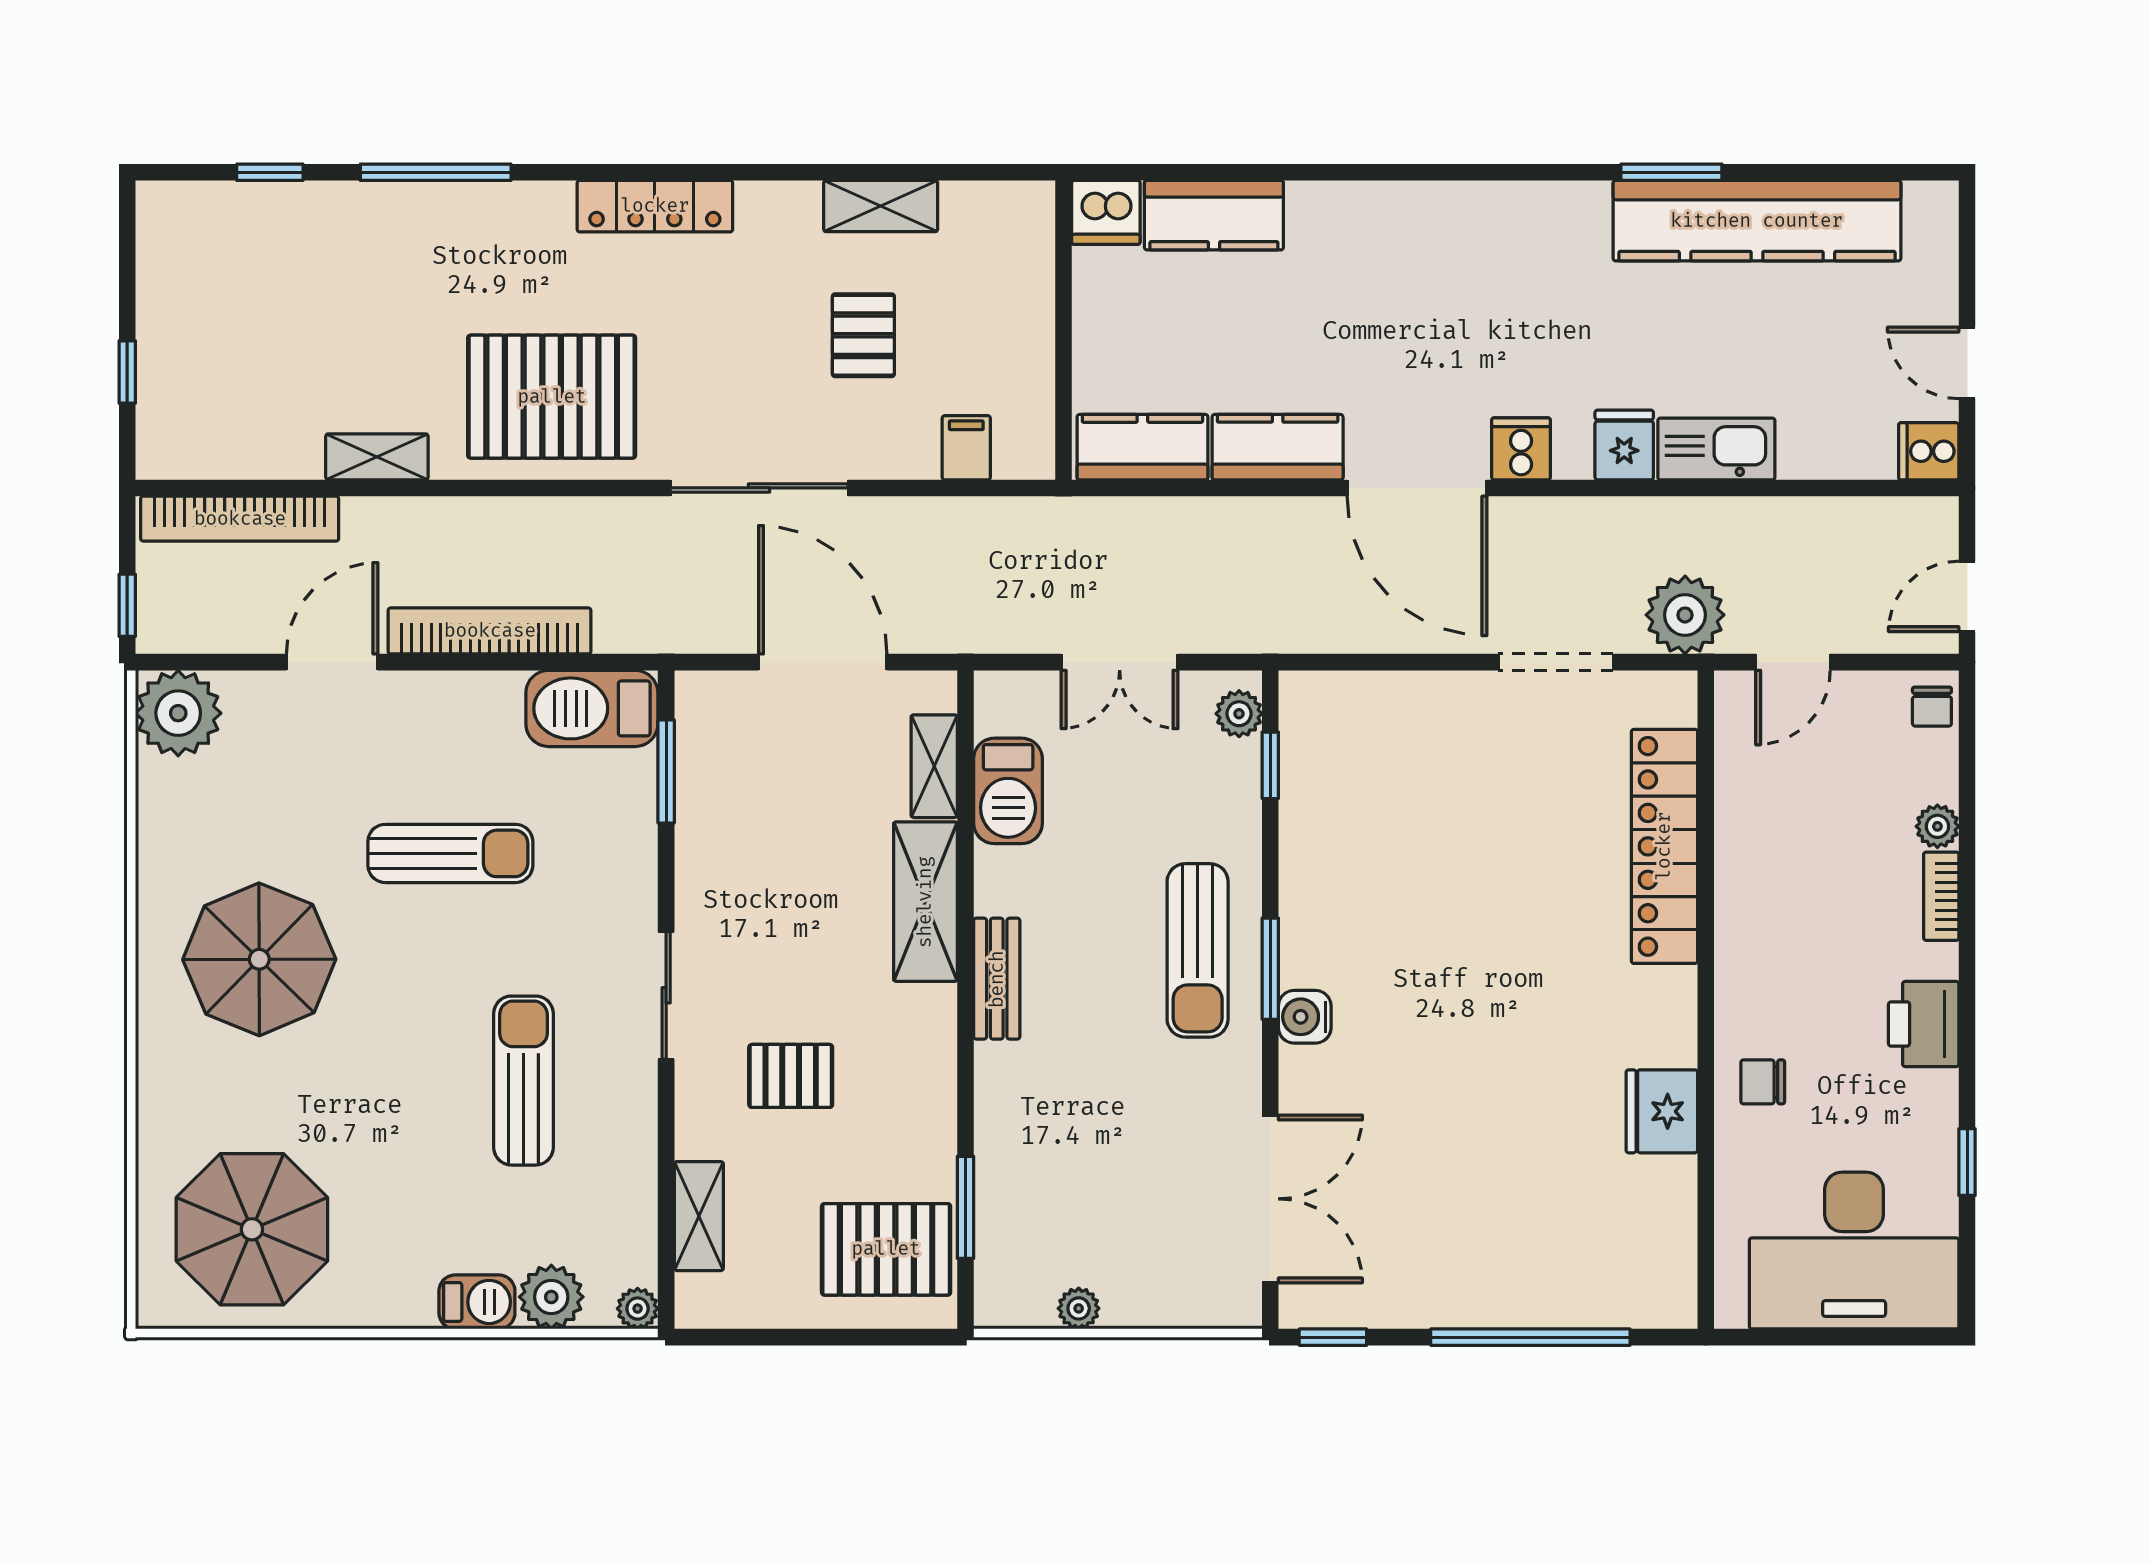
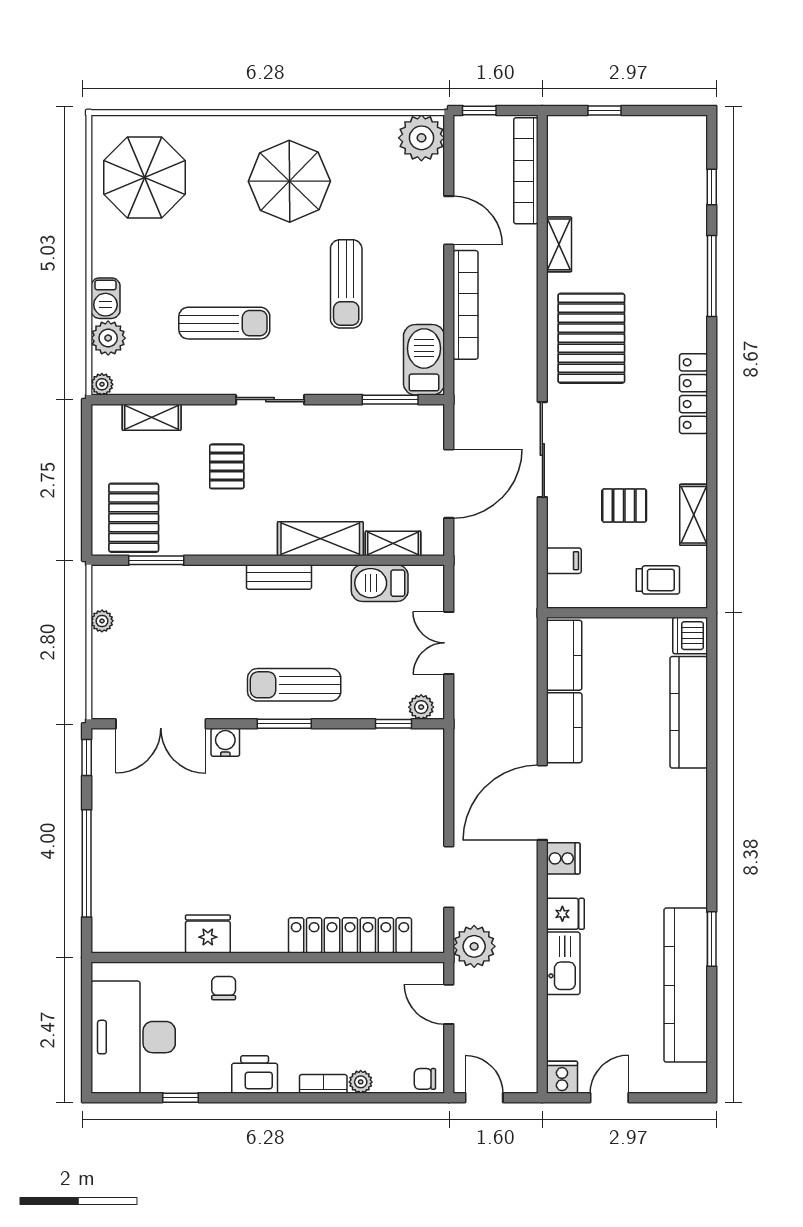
kitchen counter: (1214, 215) -> (689, 712), width x1.50
trolley: (1002, 272) -> (658, 580), added
water cooler: (1305, 1017) -> (225, 742), moved

